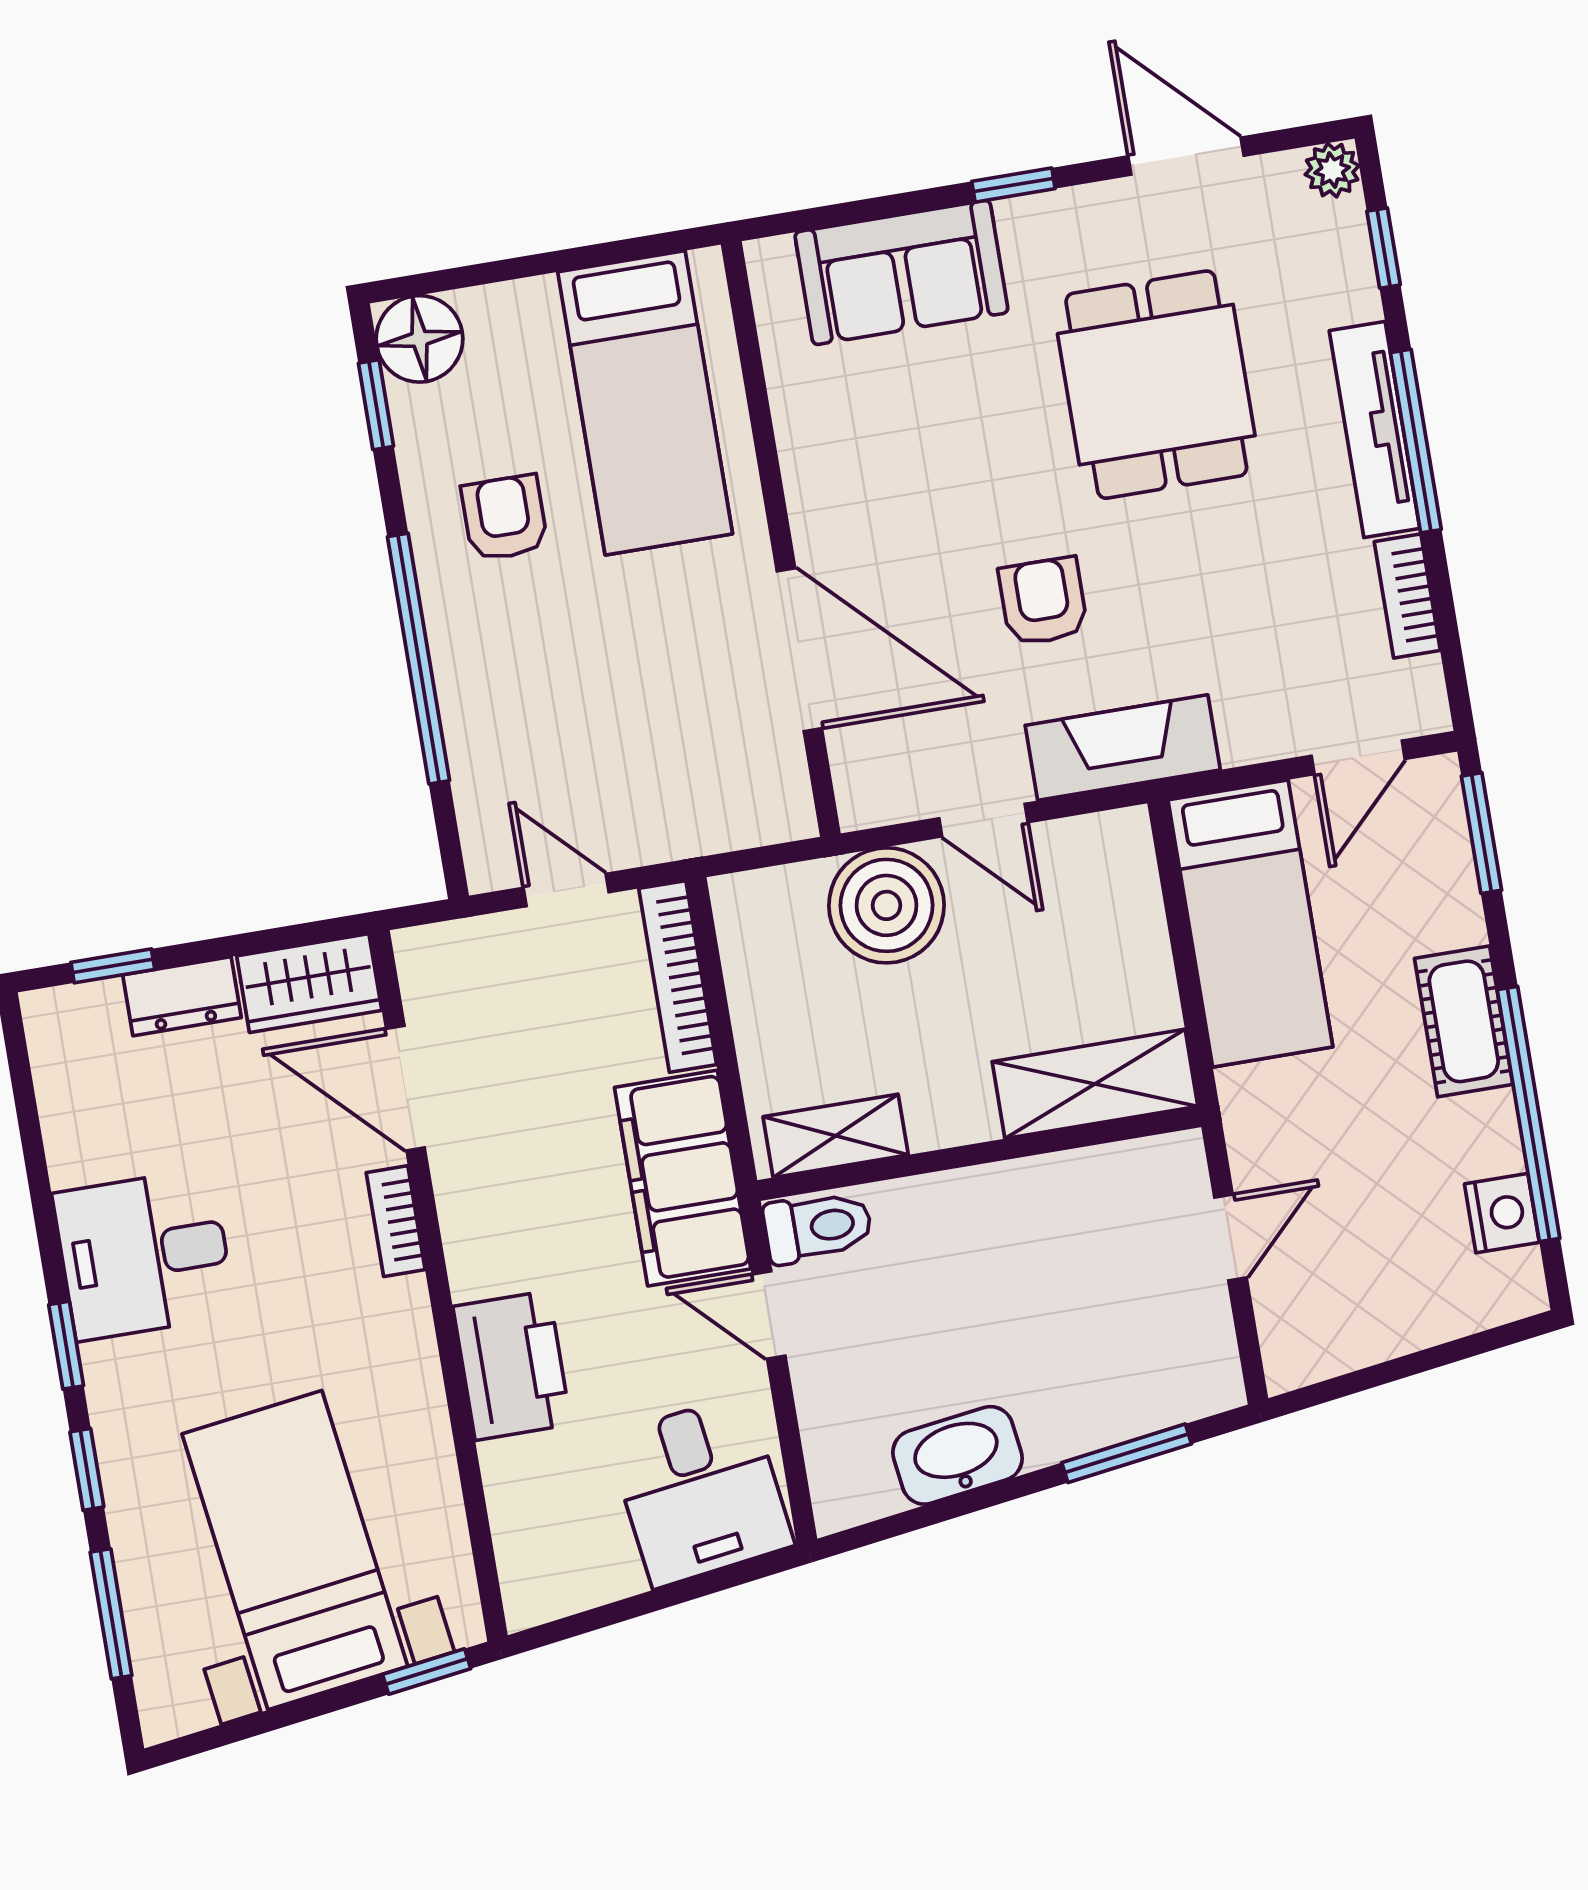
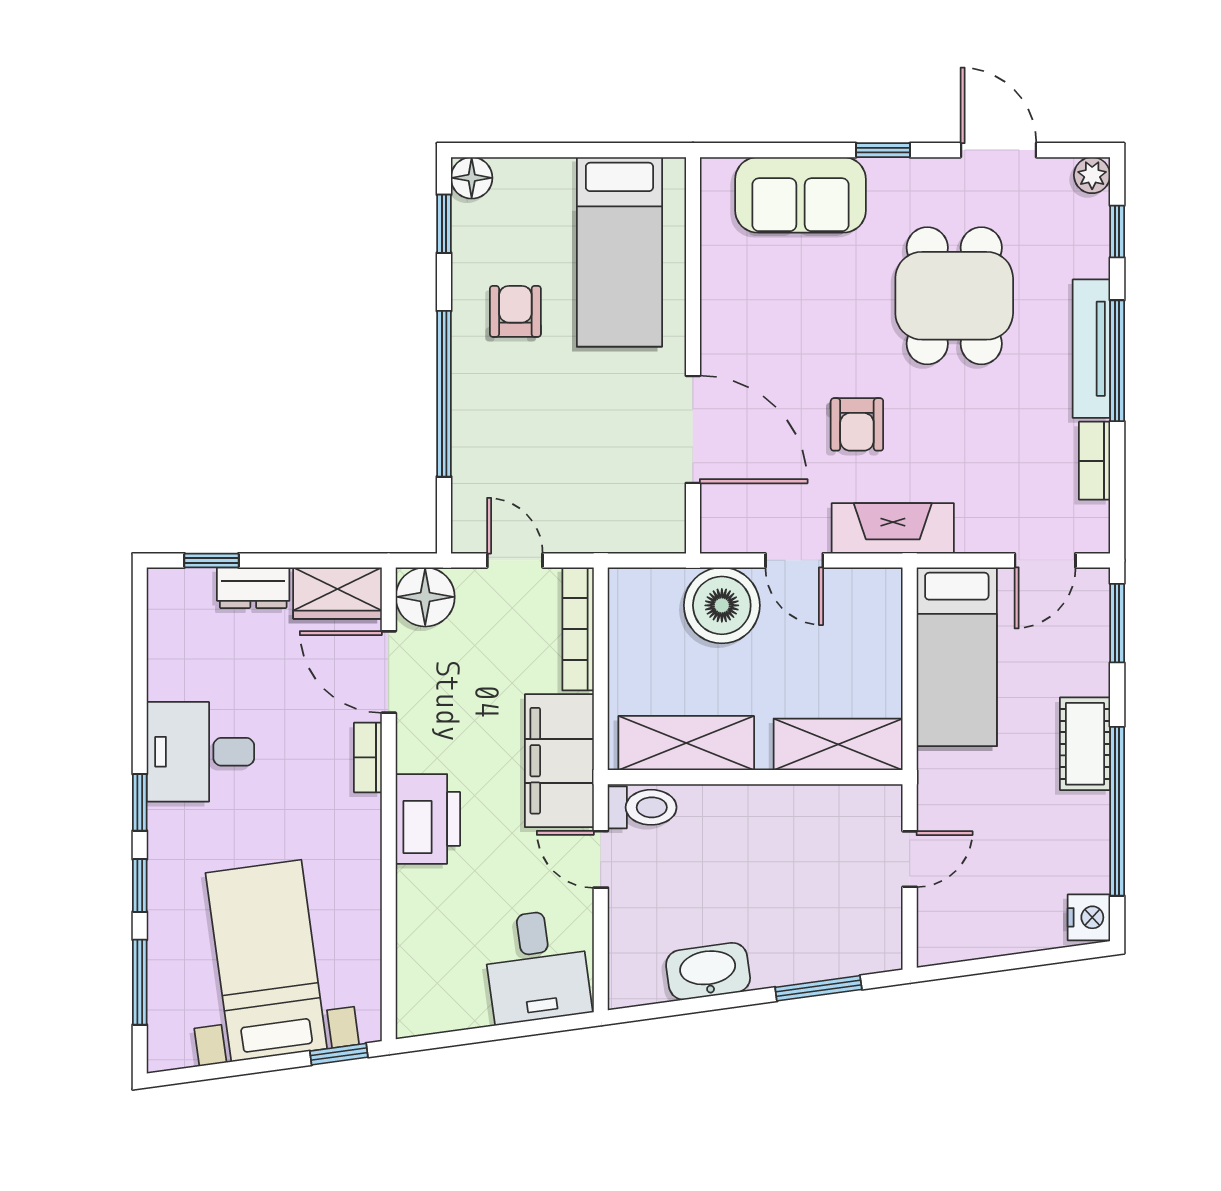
floor lamp: (420, 339) -> (472, 178), width x0.73, depth x0.73
armchair: (1043, 601) -> (857, 424), turned 180
floor lamp: (441, 967) -> (425, 597), added
shelving: (836, 1136) -> (686, 743), width x1.50, depth x1.33
nightstand: (1502, 1213) -> (1089, 917), moved
printer: (512, 1365) -> (428, 819), moved

